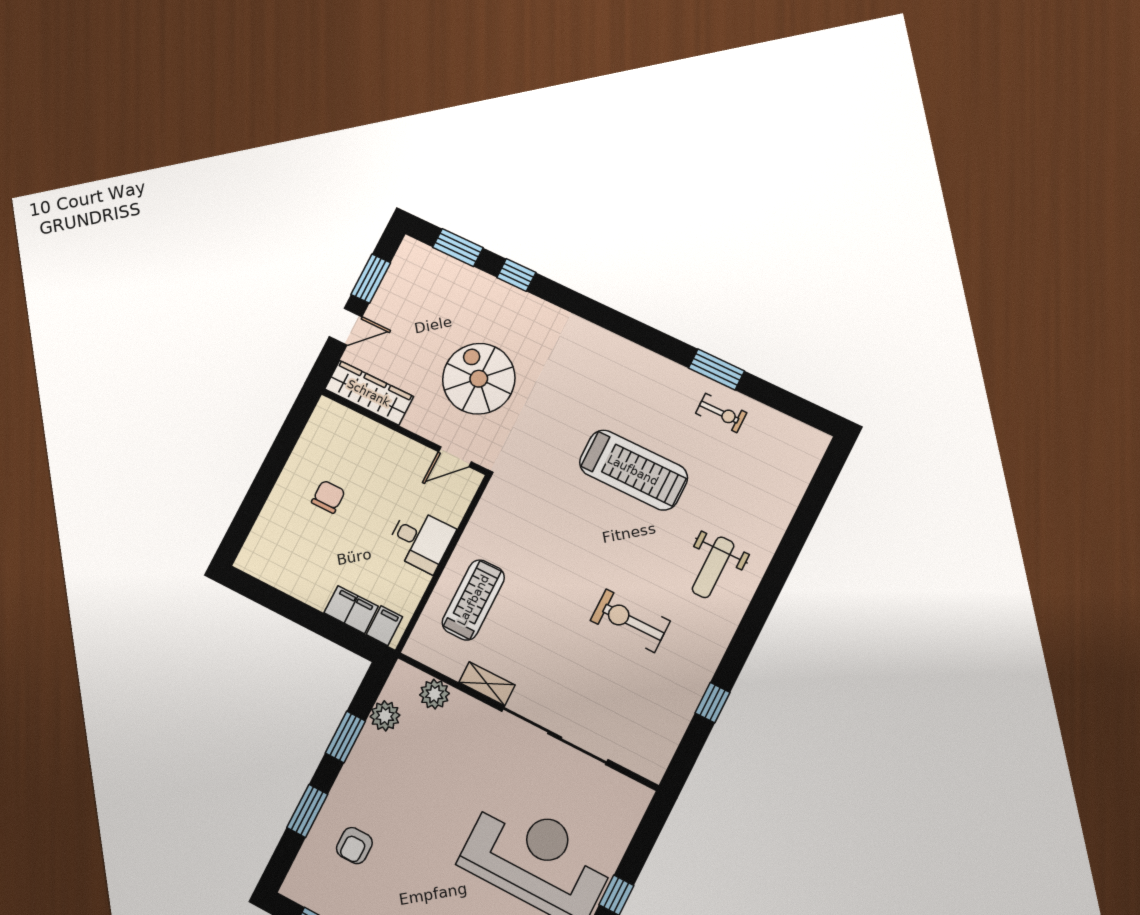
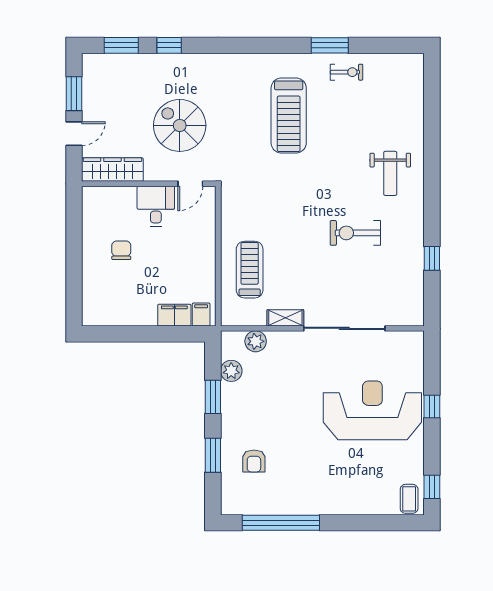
treadmill: (633, 470) -> (289, 116), moved, turned 90
desk: (420, 540) -> (156, 206), moved, turned -90

